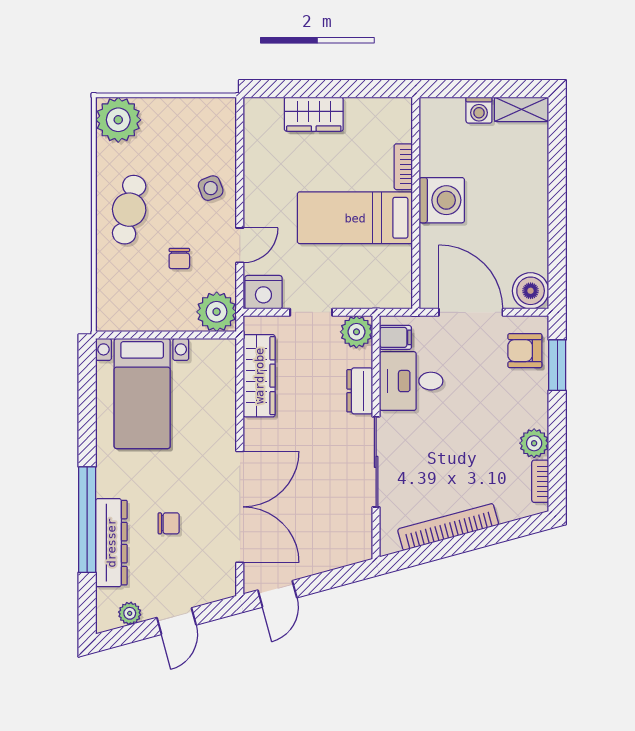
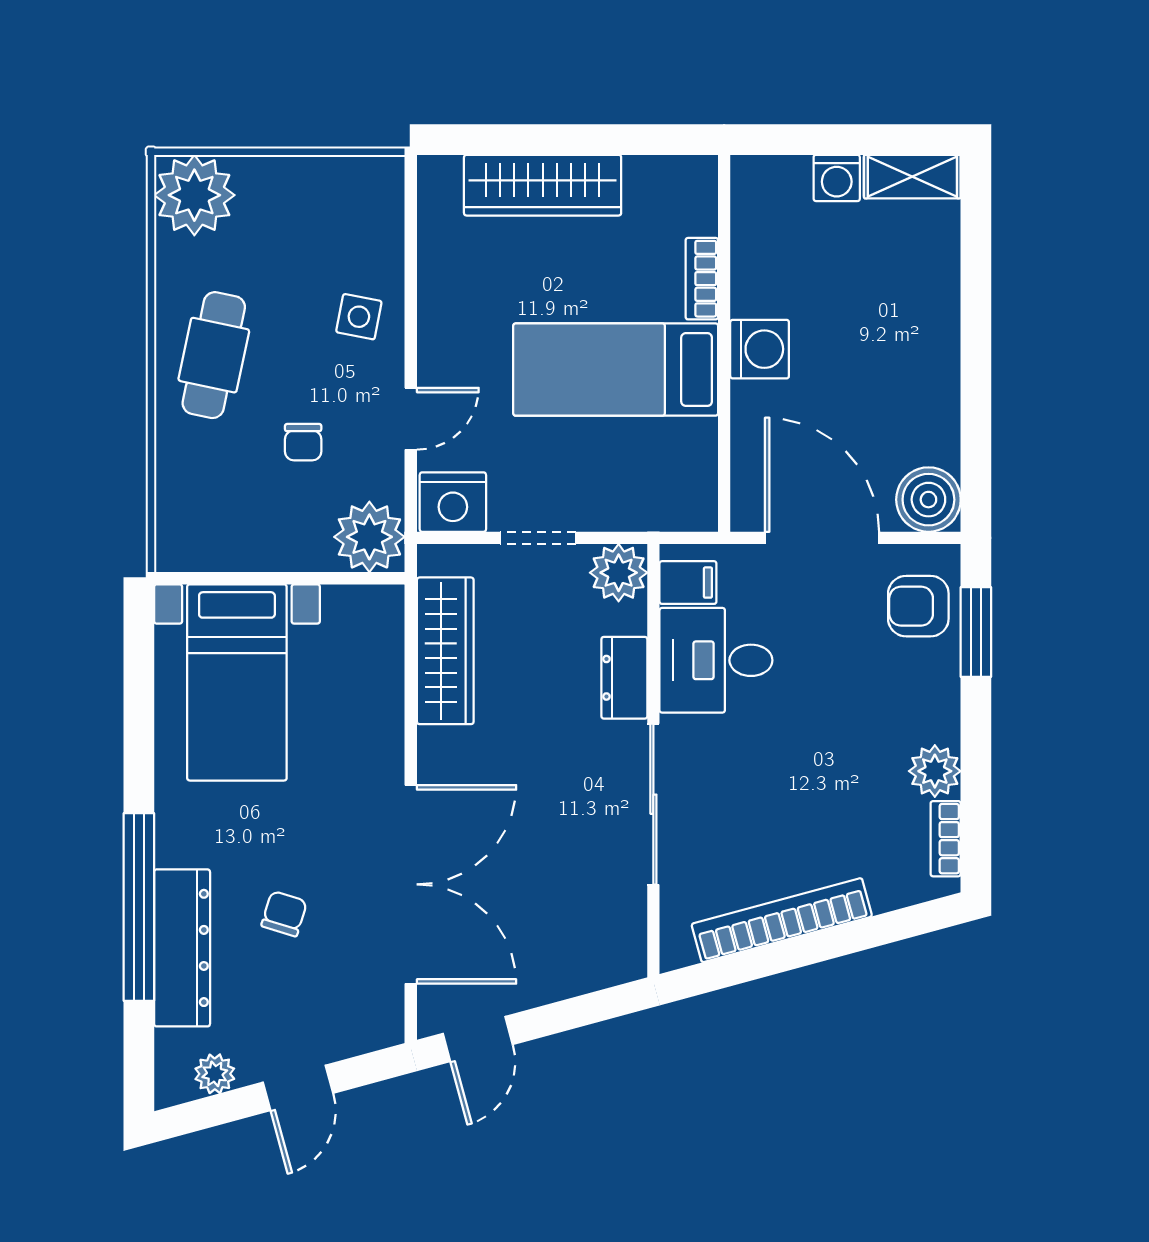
wardrobe: (314, 114) -> (543, 185), width x1.50
side table: (211, 188) -> (359, 317), turned 32
washing machine: (442, 200) -> (760, 349), width x0.73, depth x0.73
chair: (169, 523) -> (284, 914), turned -73

